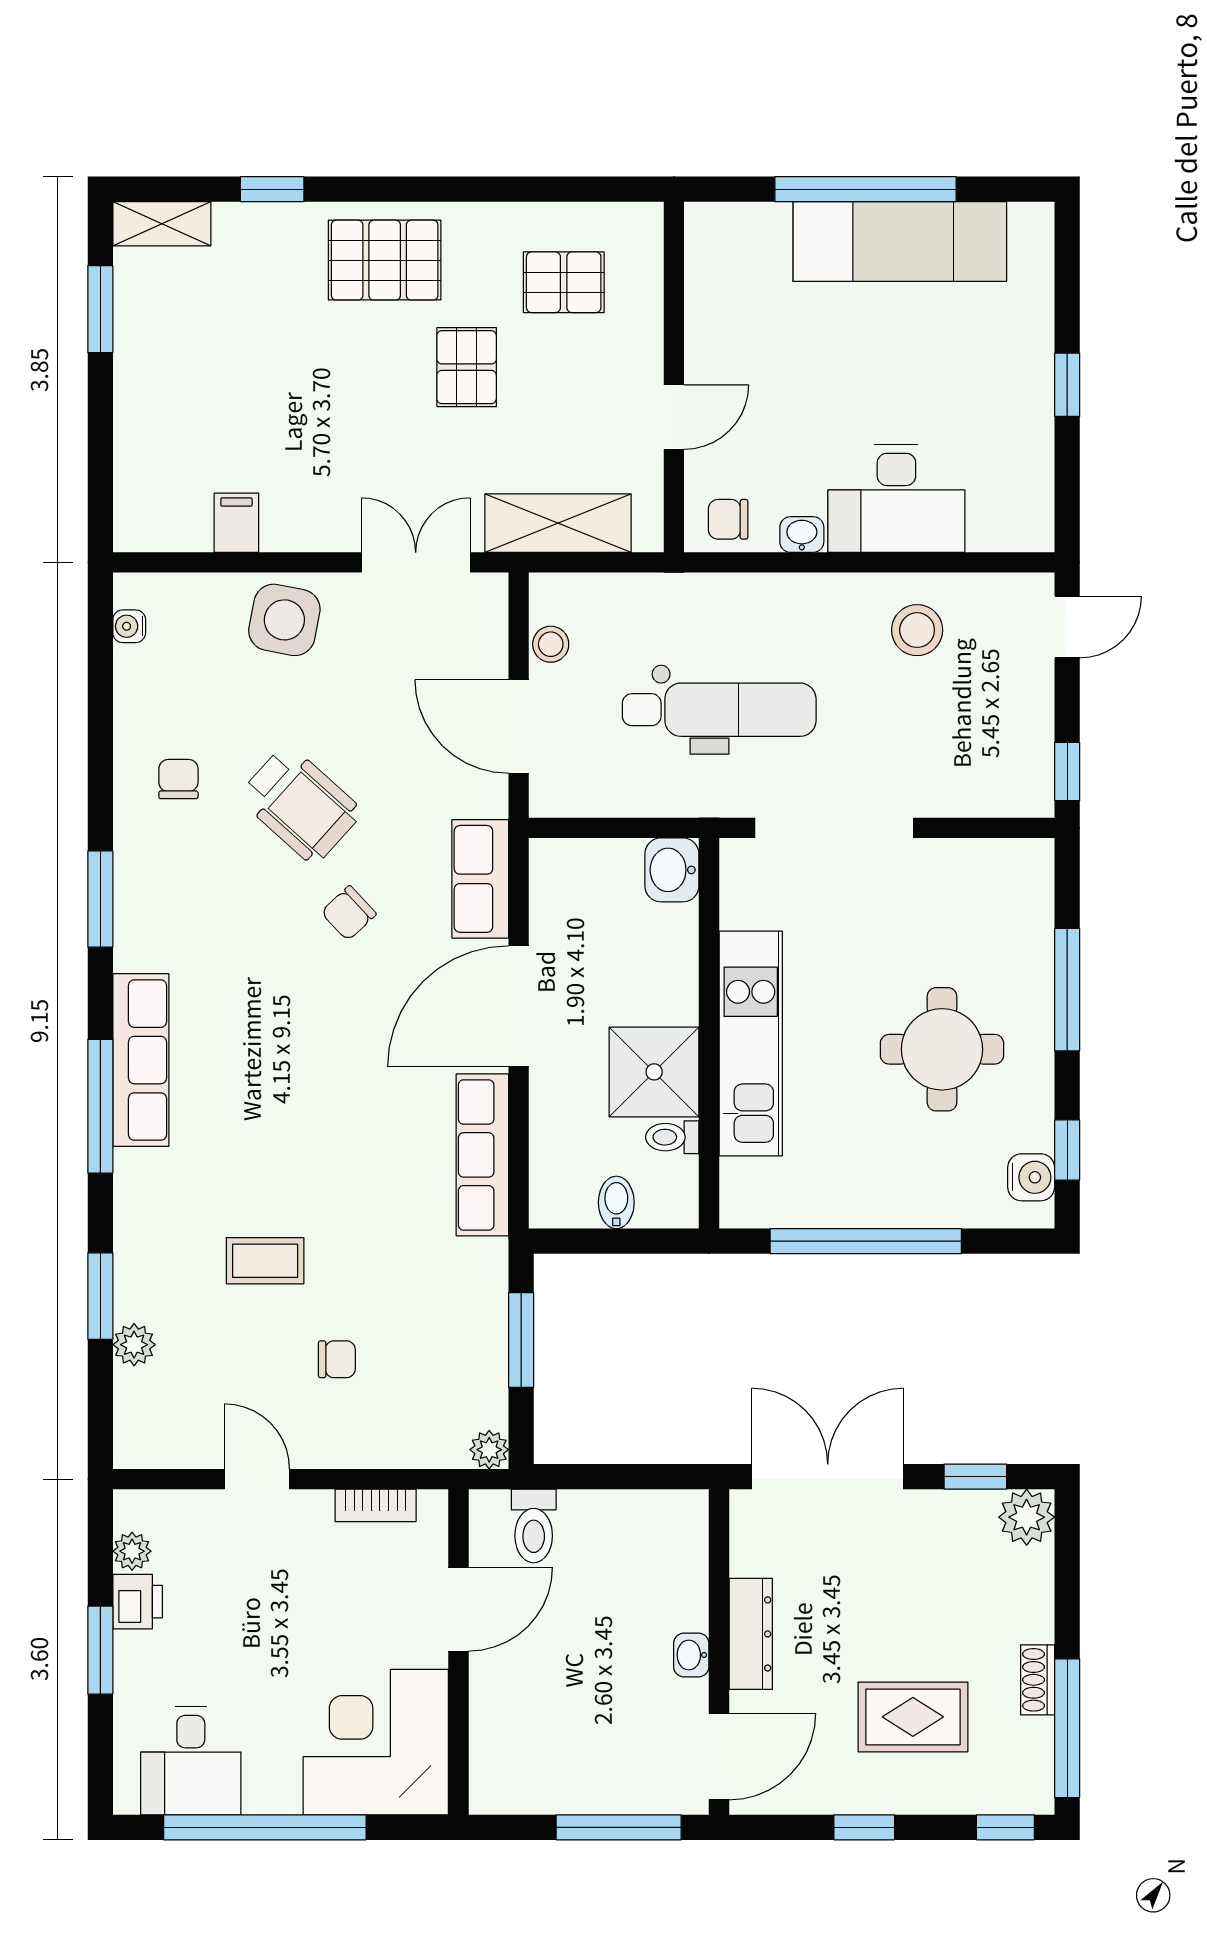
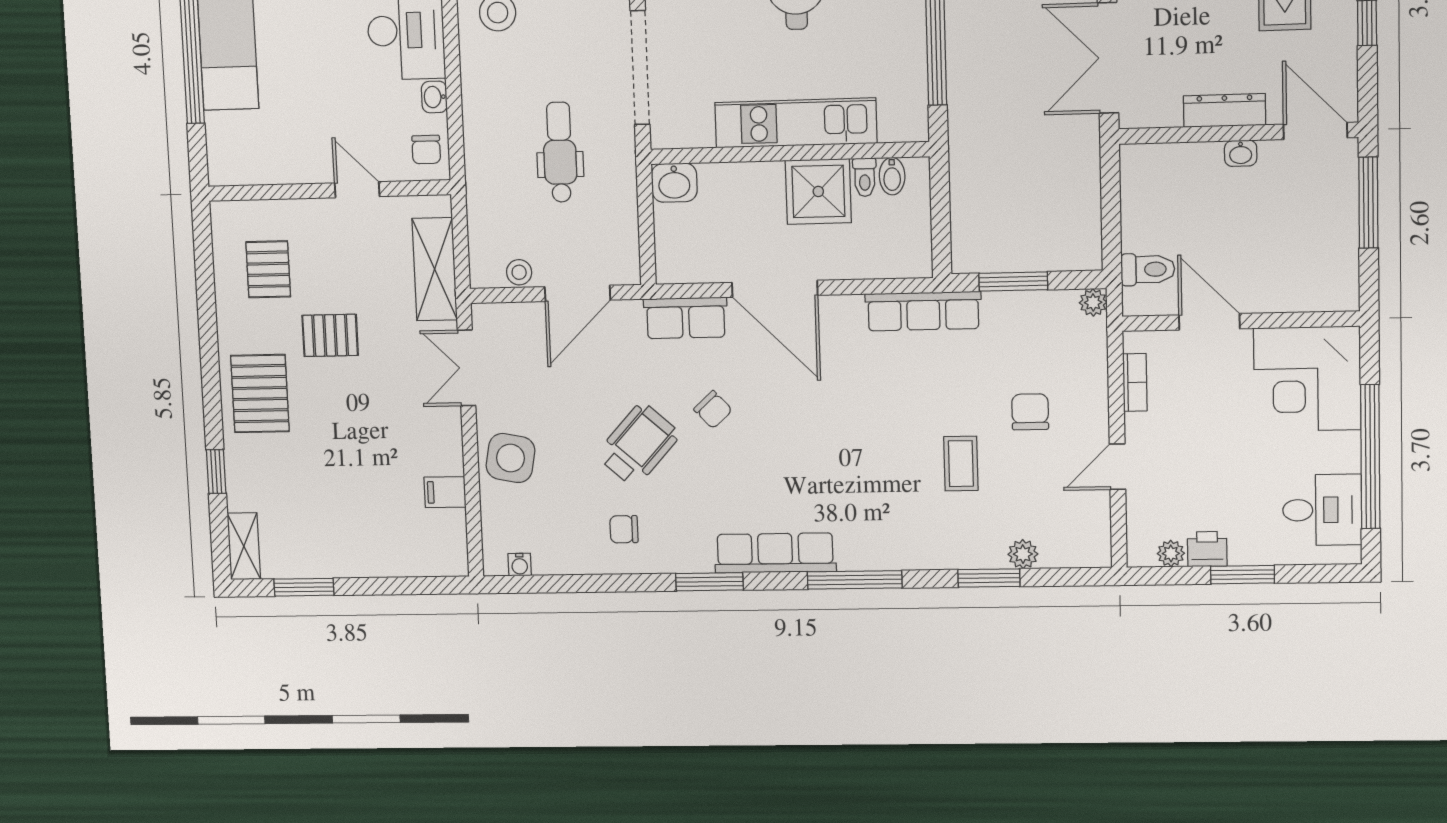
dental chair: (719, 710) -> (560, 152), width x0.73, depth x0.72
row of seats: (141, 1060) -> (775, 553), moved
row of seats: (482, 1155) -> (923, 311), moved
bidet: (616, 1202) -> (892, 176), moved, turned -90
chair: (337, 1359) -> (1030, 412), width x1.37, depth x1.37

